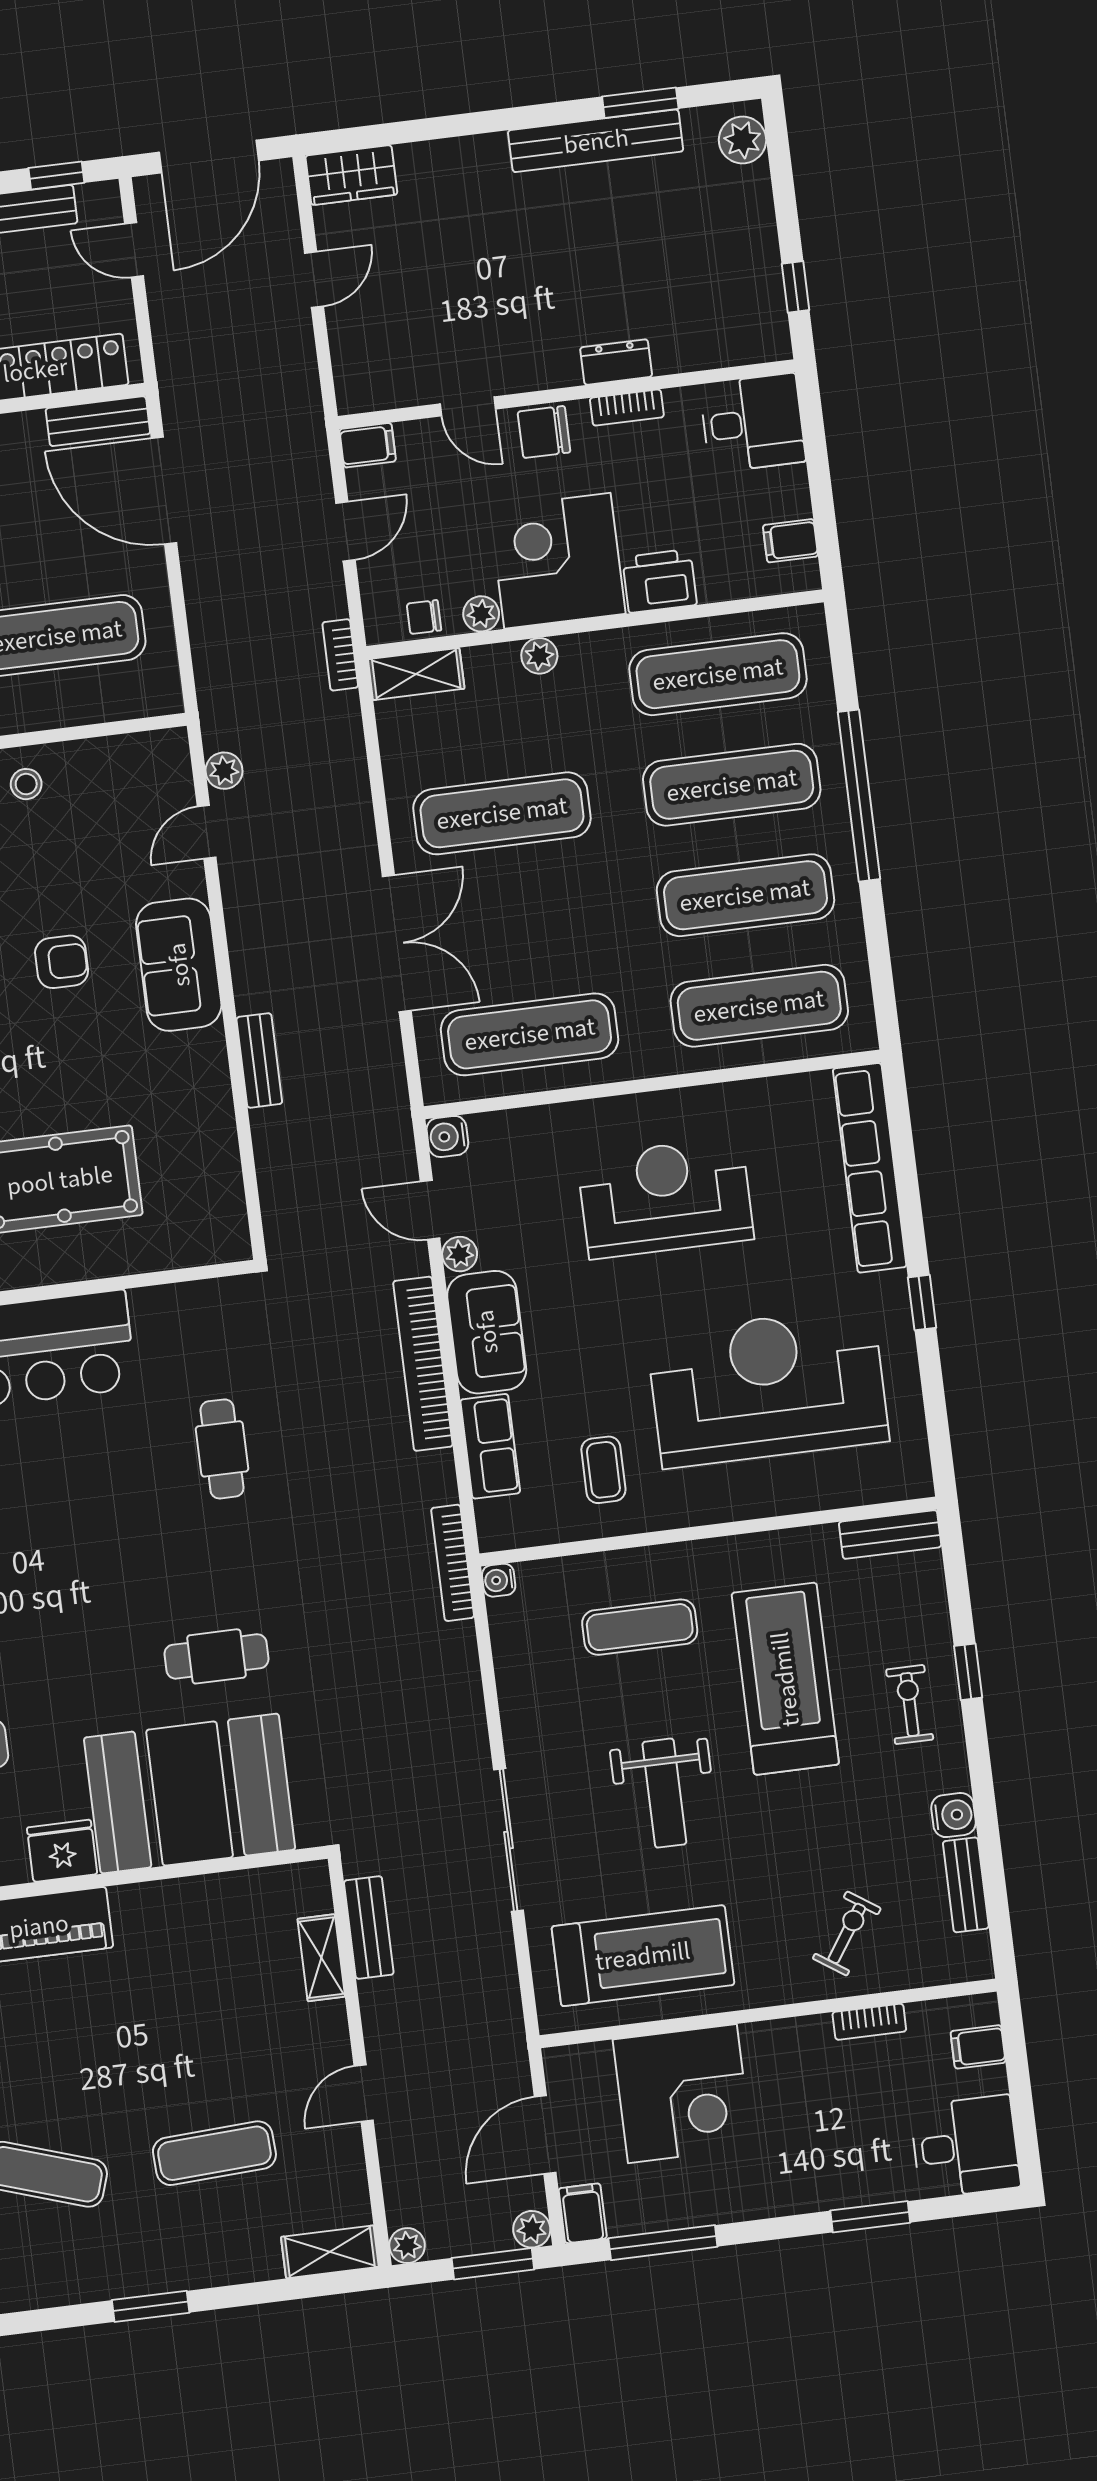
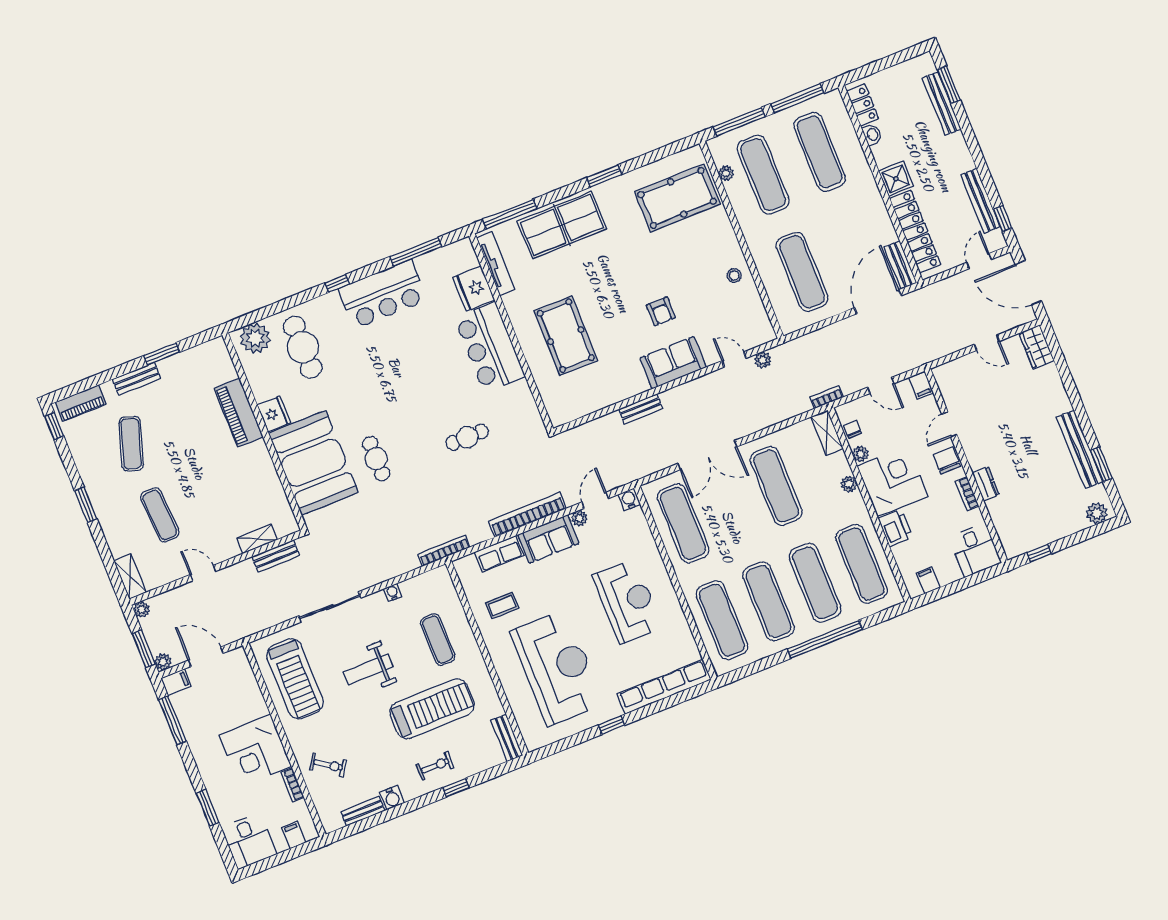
water cooler: (499, 1580) -> (392, 593), moved
corner desk: (682, 2094) -> (255, 751), moved

